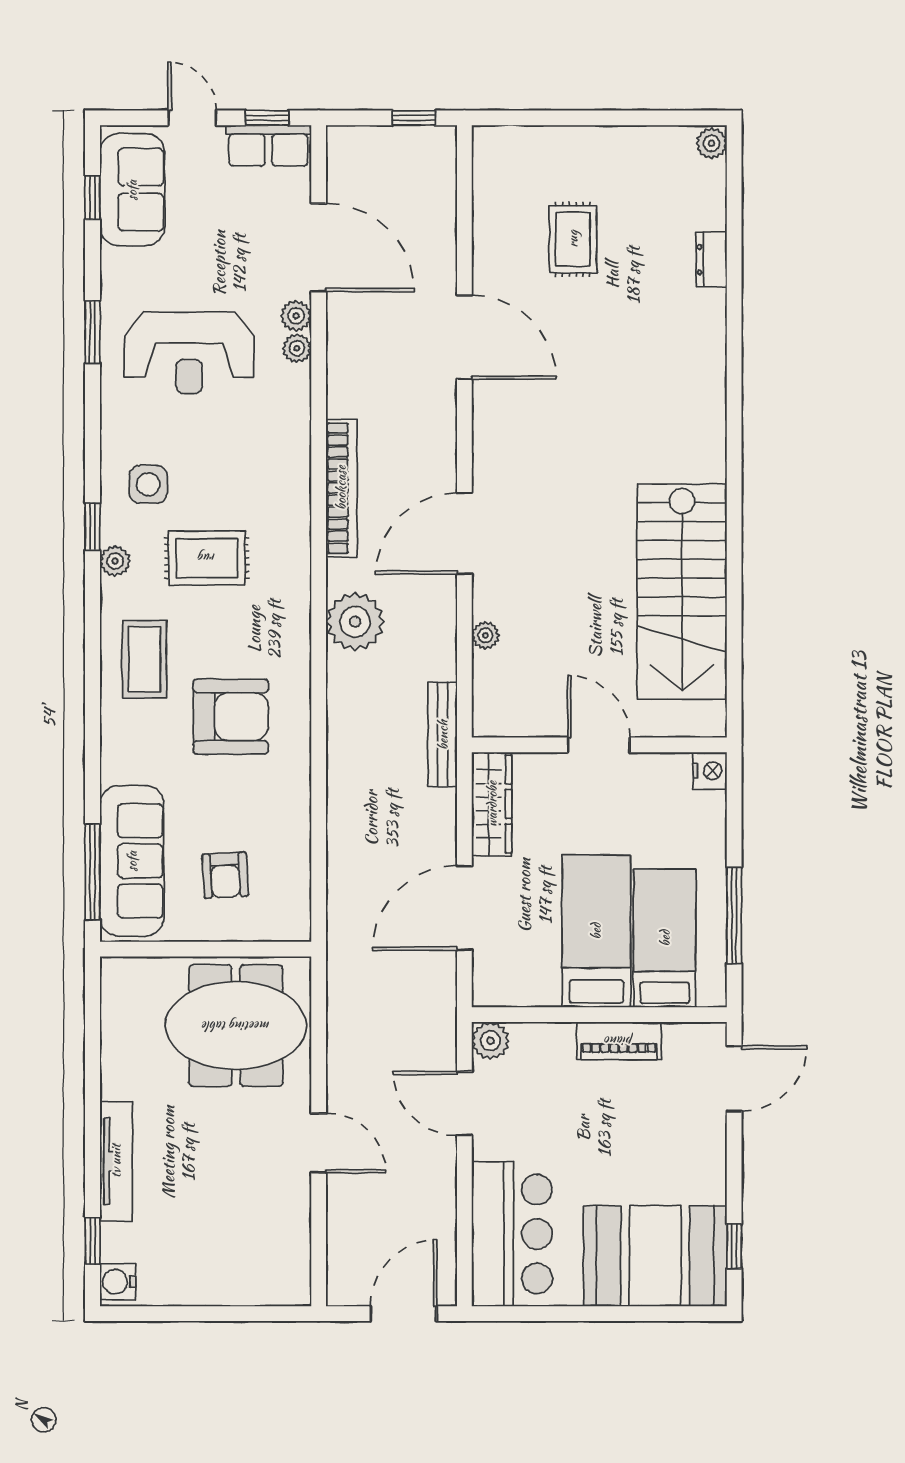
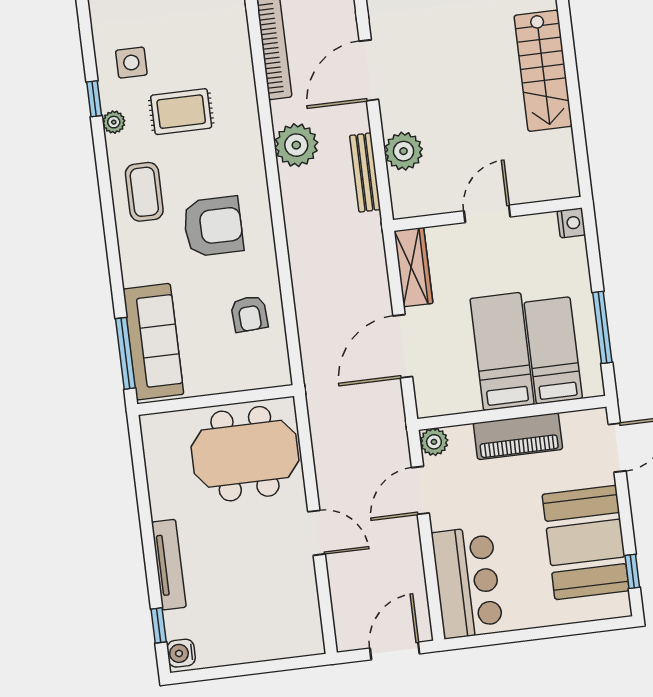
stairs: (682, 592) -> (543, 71), width x0.73, depth x0.66
plant: (485, 635) -> (404, 151), width x1.88, depth x1.88
bench: (443, 735) -> (365, 172), moved
door: (599, 745) -> (487, 214), hinge flipped
armchair: (225, 875) -> (249, 314), moved
piano: (619, 1041) -> (518, 436), width x1.37, depth x1.33
door: (464, 1103) -> (420, 490), hinge flipped
booth: (655, 1256) -> (586, 542), moved, turned 90

